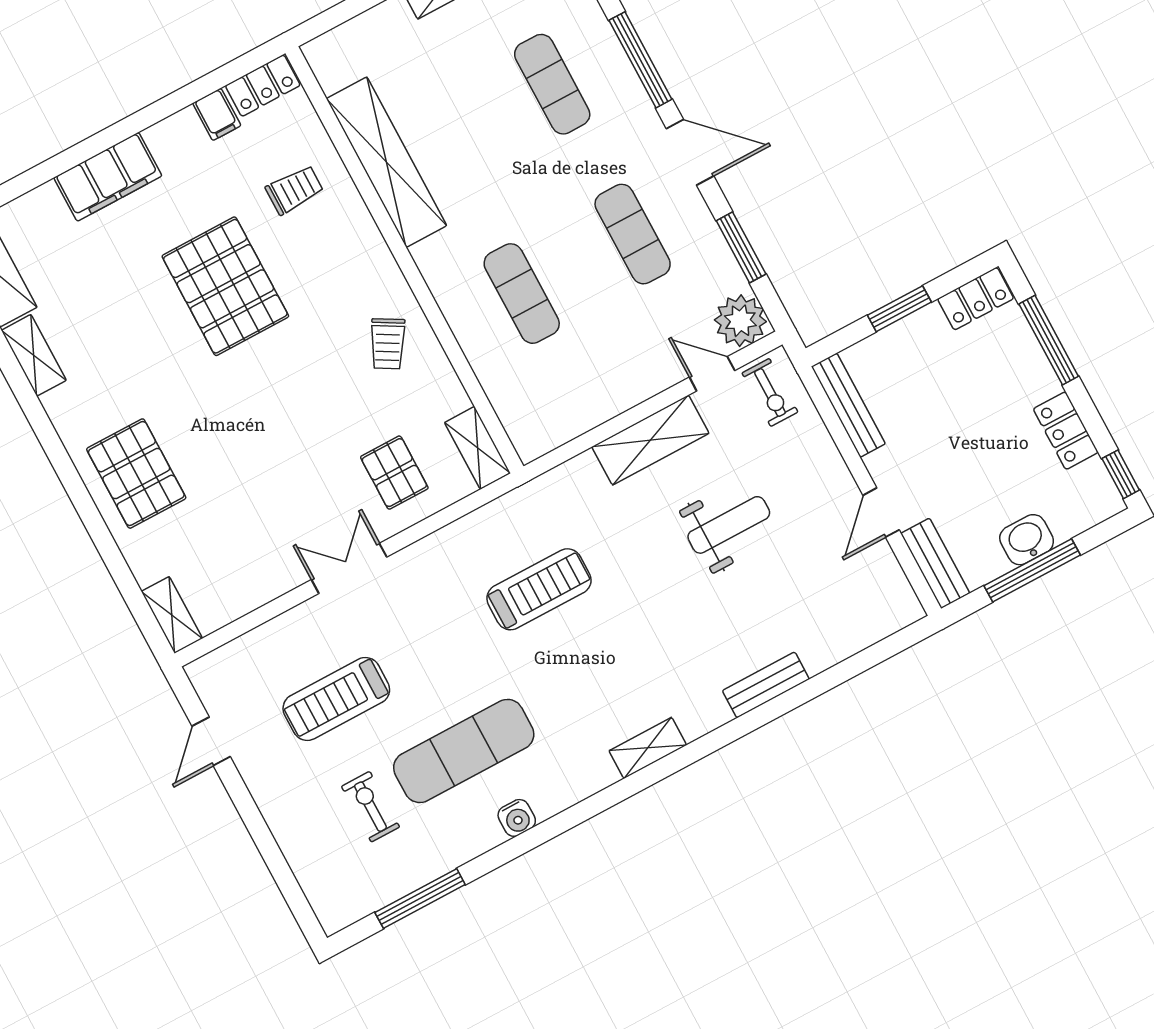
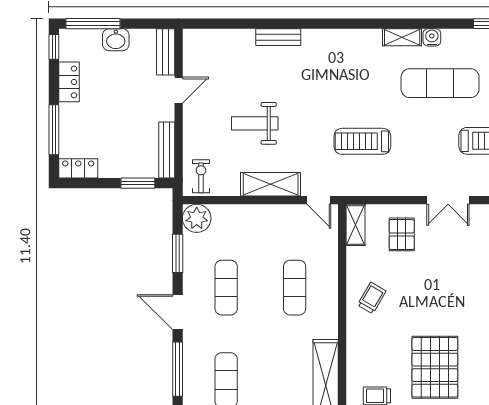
window: (899, 309) -> (138, 183), moved
door: (712, 374) -> (319, 200), moved
window: (1032, 570) -> (93, 24), moved
shelving: (648, 748) -> (402, 37), moved

